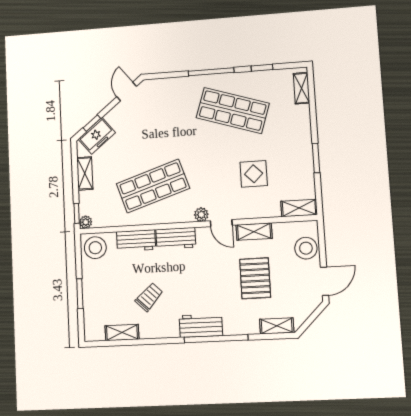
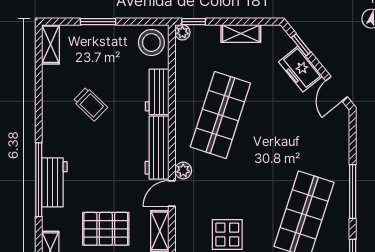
door: (127, 91) -> (337, 89), swing flipped
freezer: (97, 136) -> (300, 69), moved
shop shelf: (153, 186) -> (220, 115), turned 36
workbench: (176, 238) -> (157, 148), width x1.38
workbench: (201, 326) -> (54, 182), moved
shelving: (122, 333) -> (51, 44), moved

